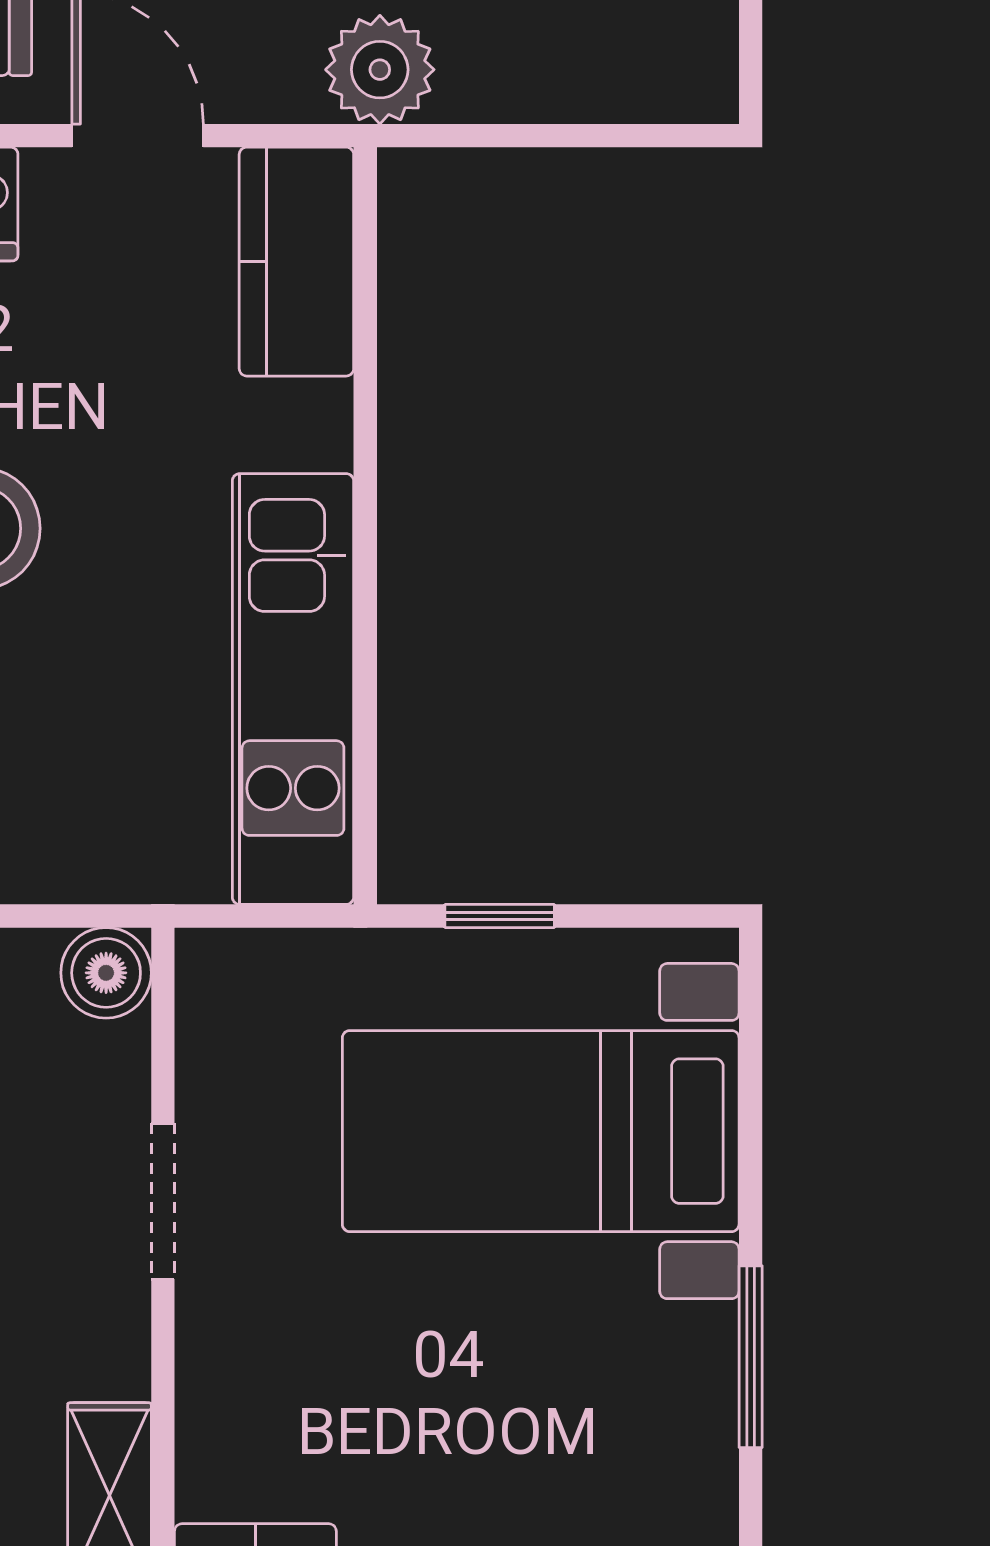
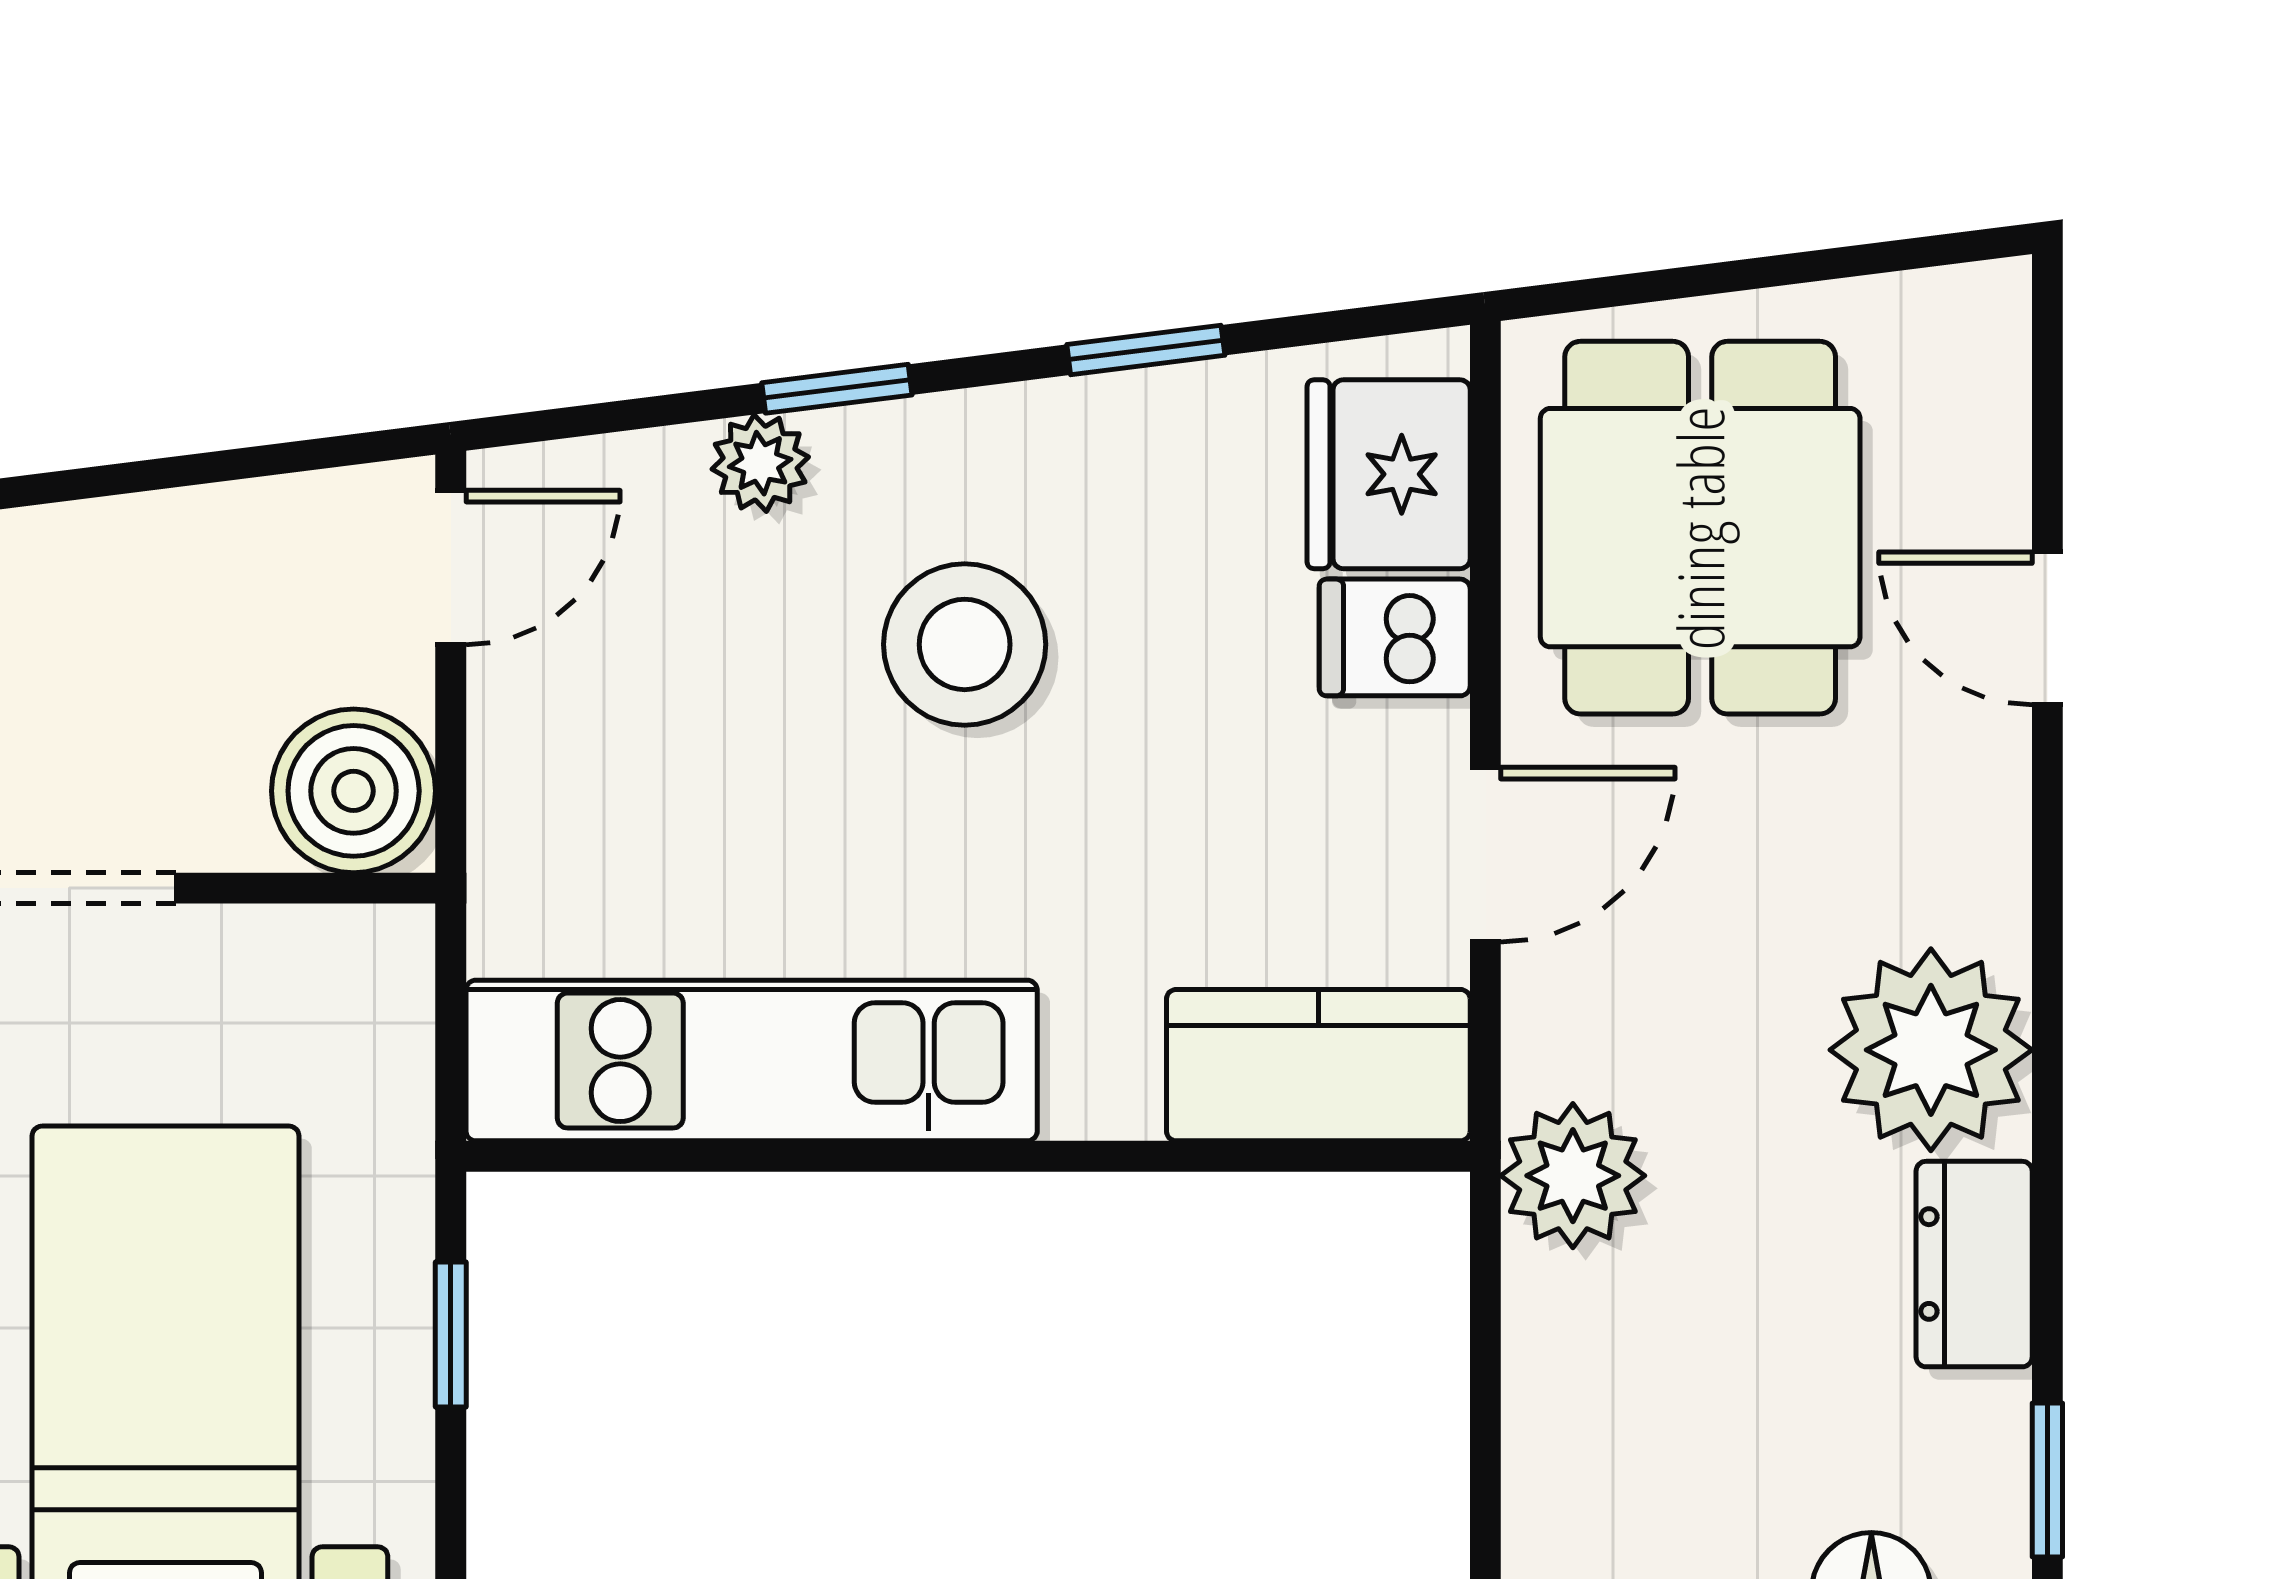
boiler: (106, 973) -> (354, 791), width x1.36, depth x1.36

